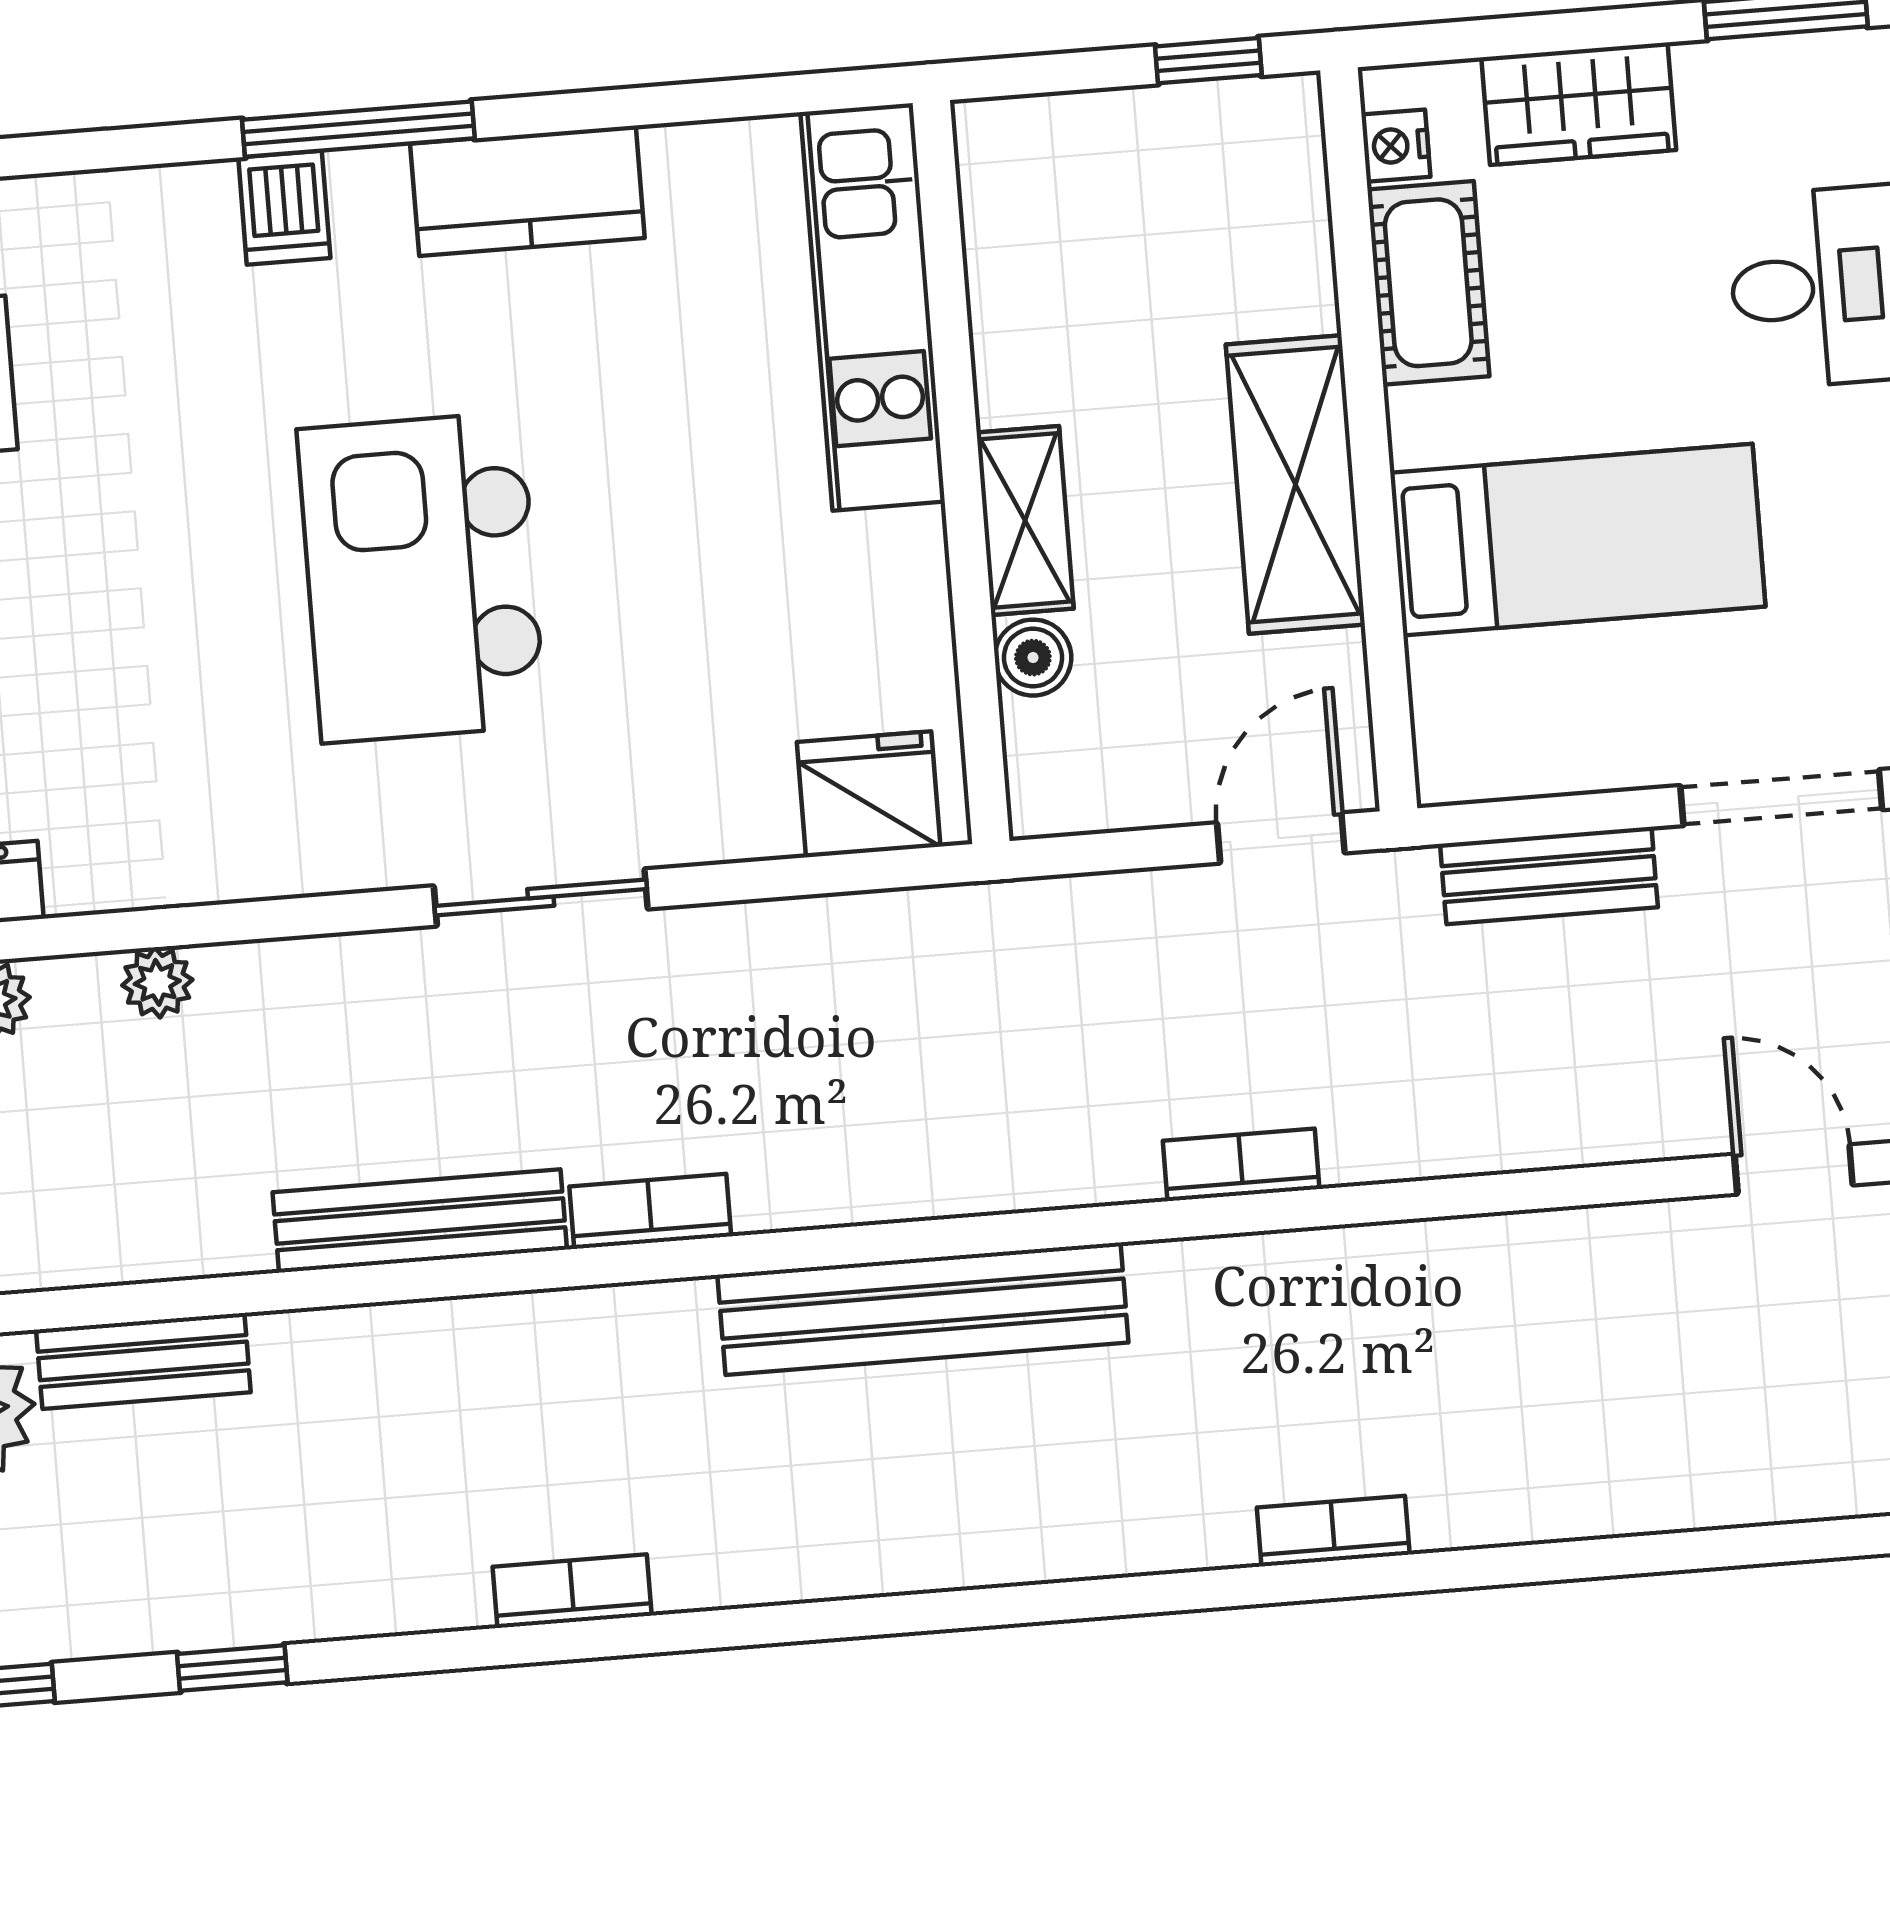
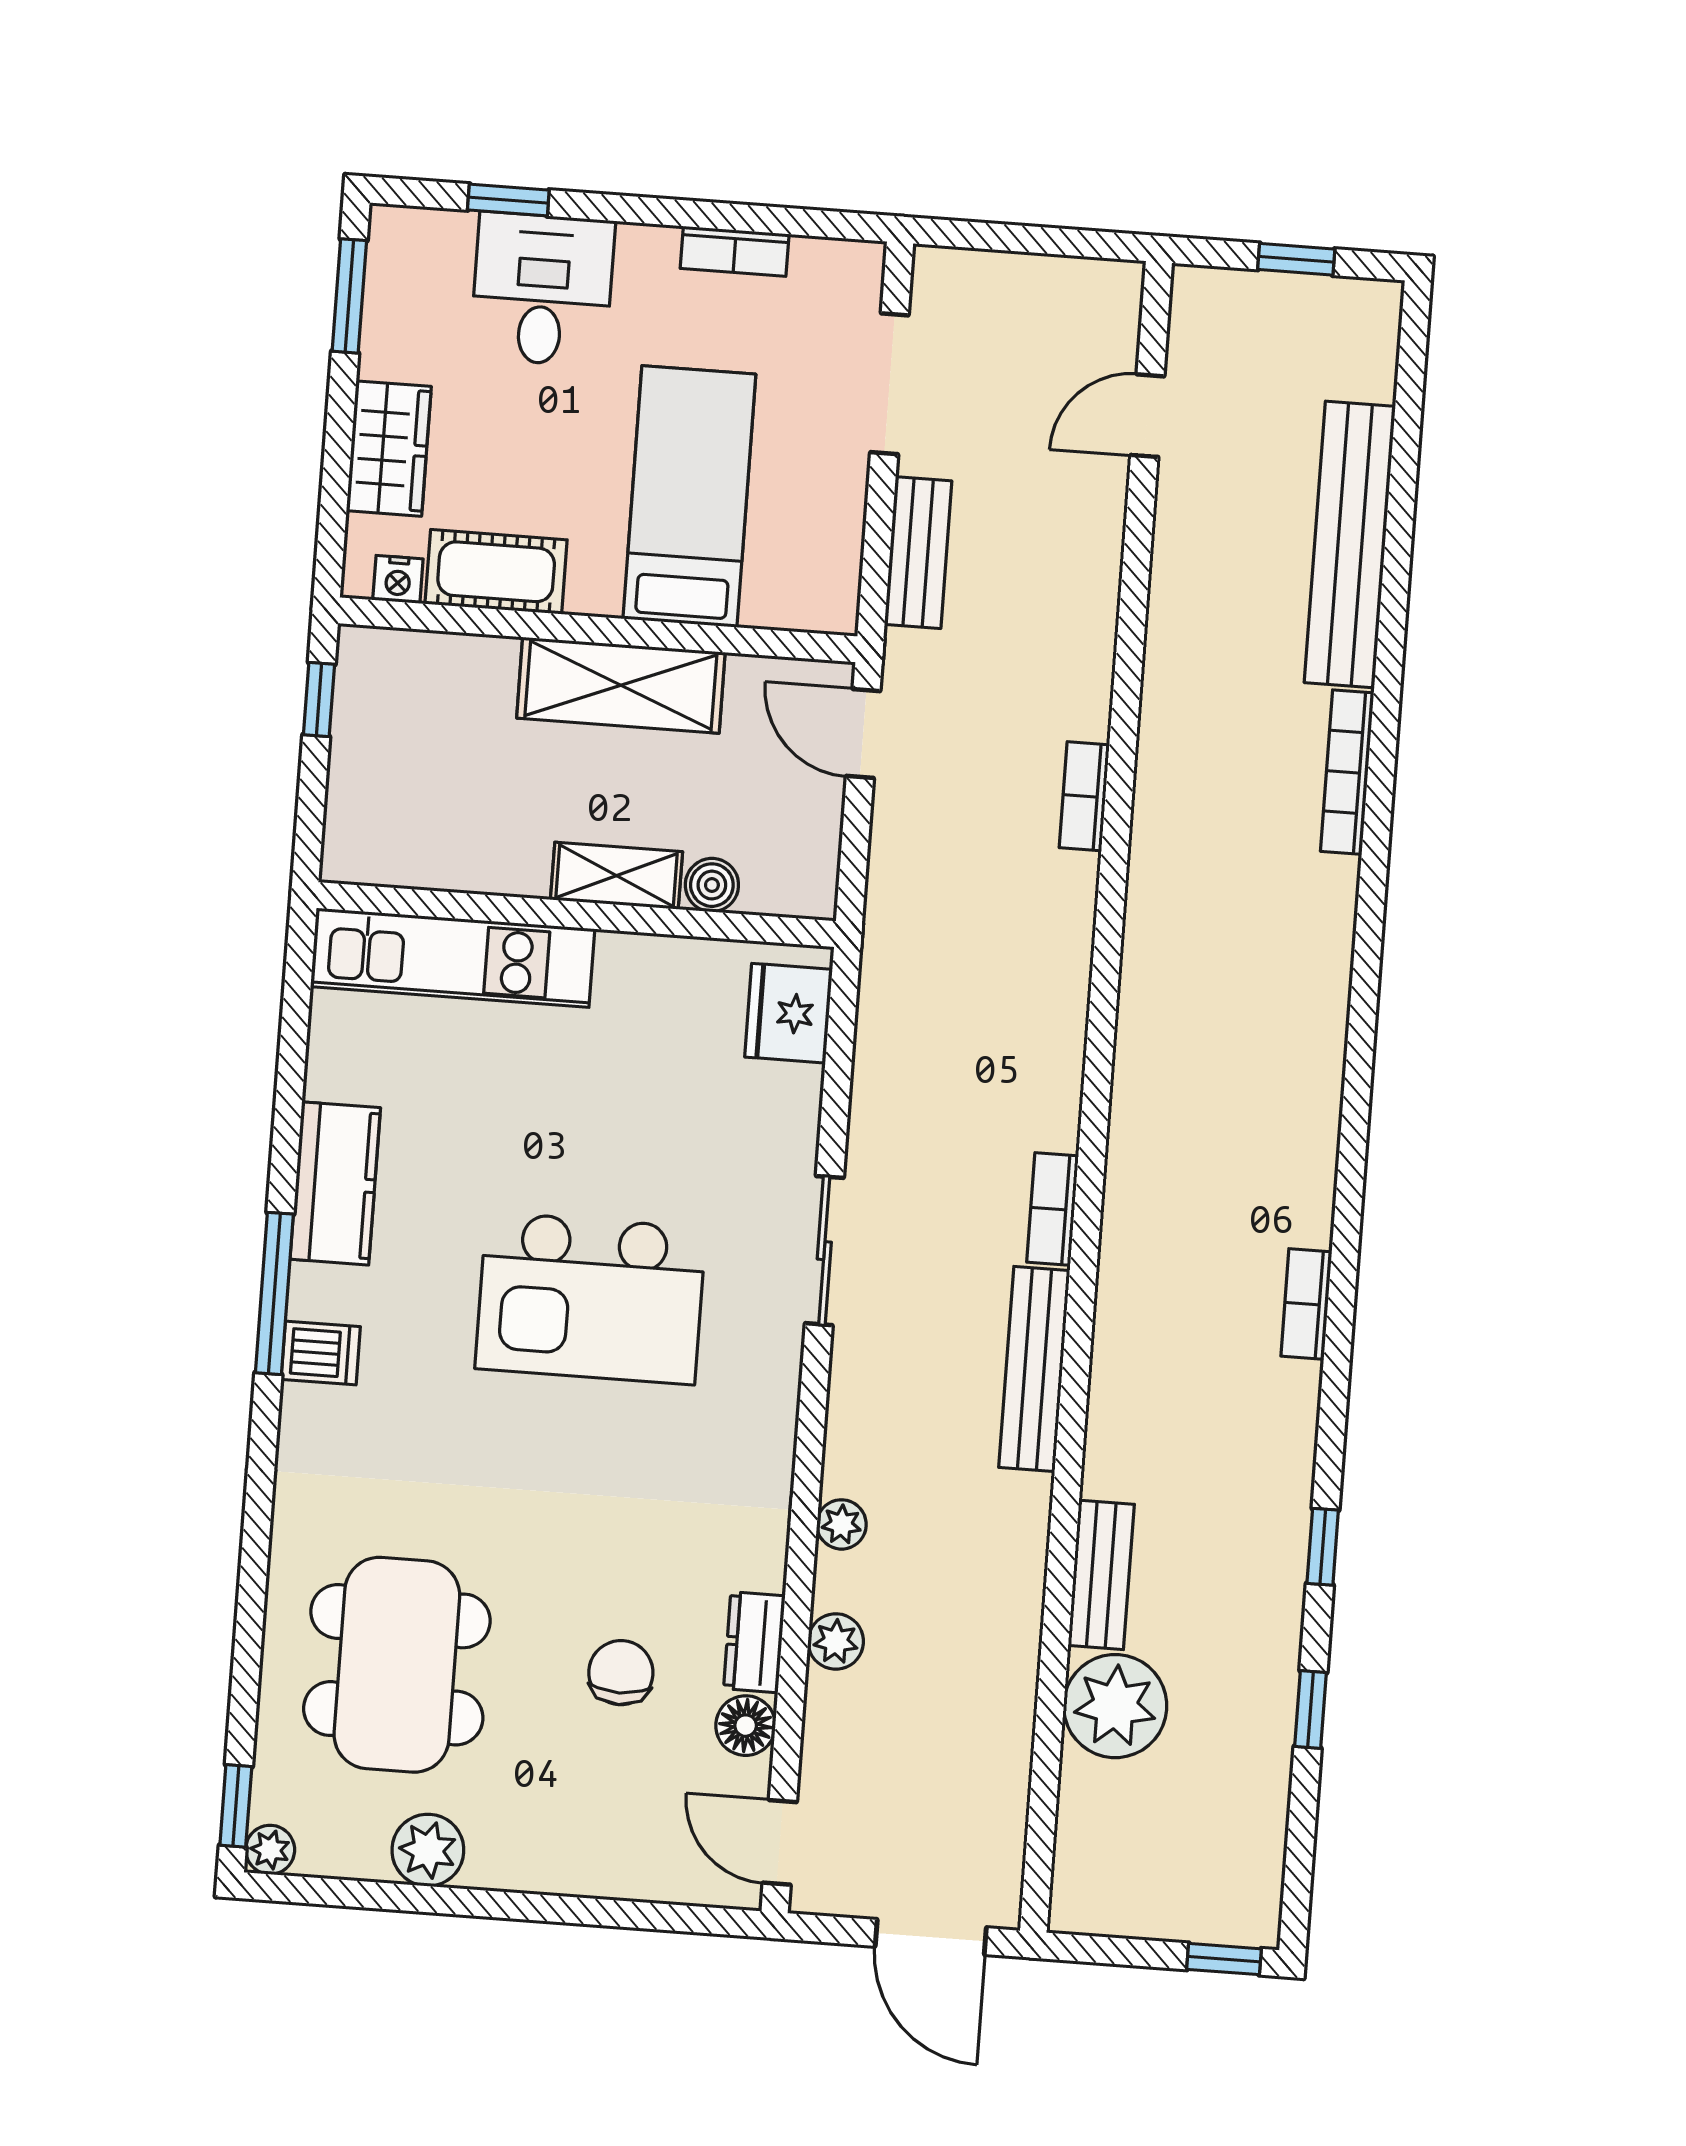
bench: (923, 1309) -> (1350, 544), moved
bookcase: (1333, 1531) -> (1347, 772), width x1.56

